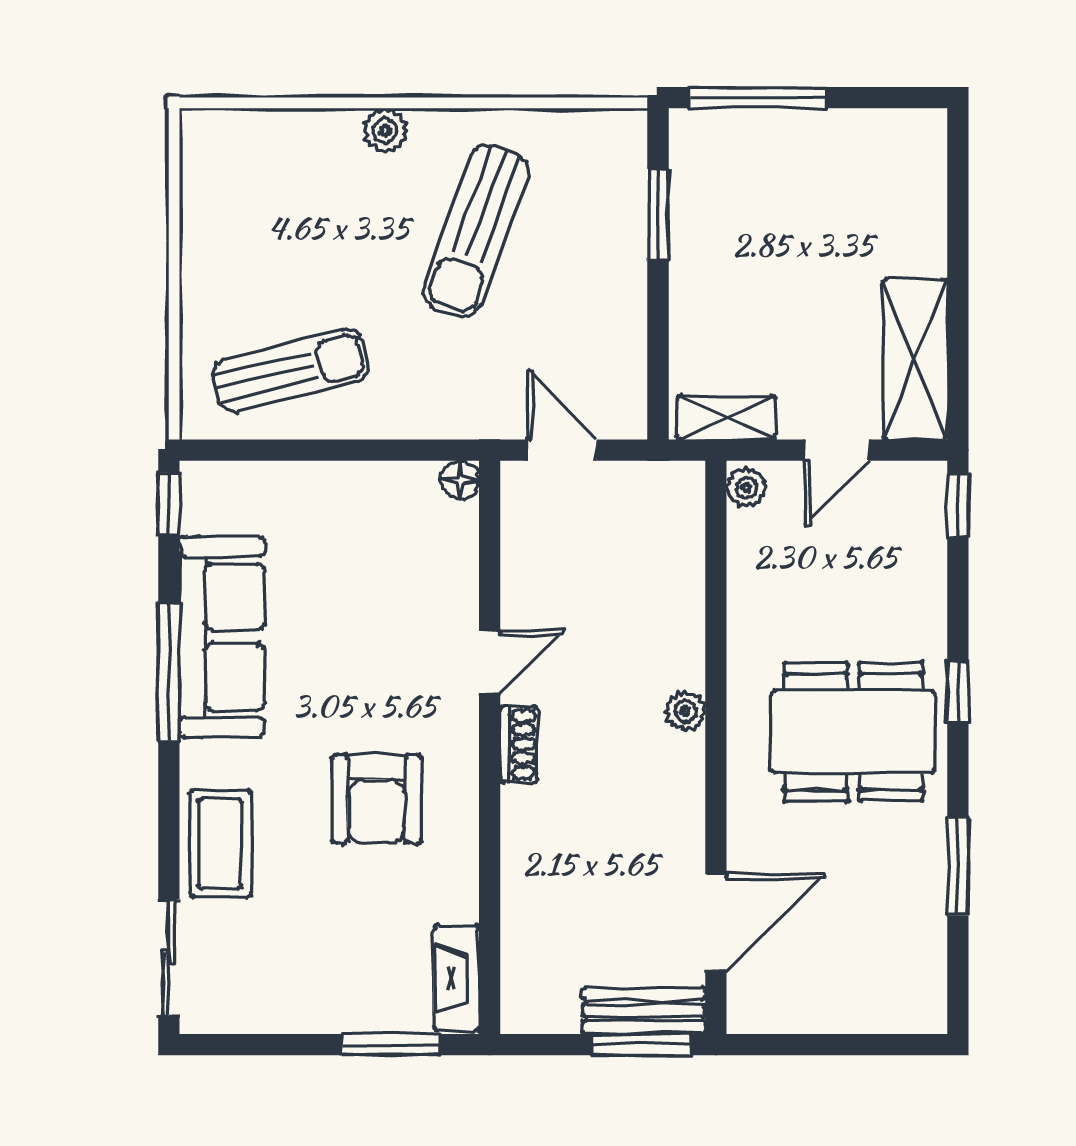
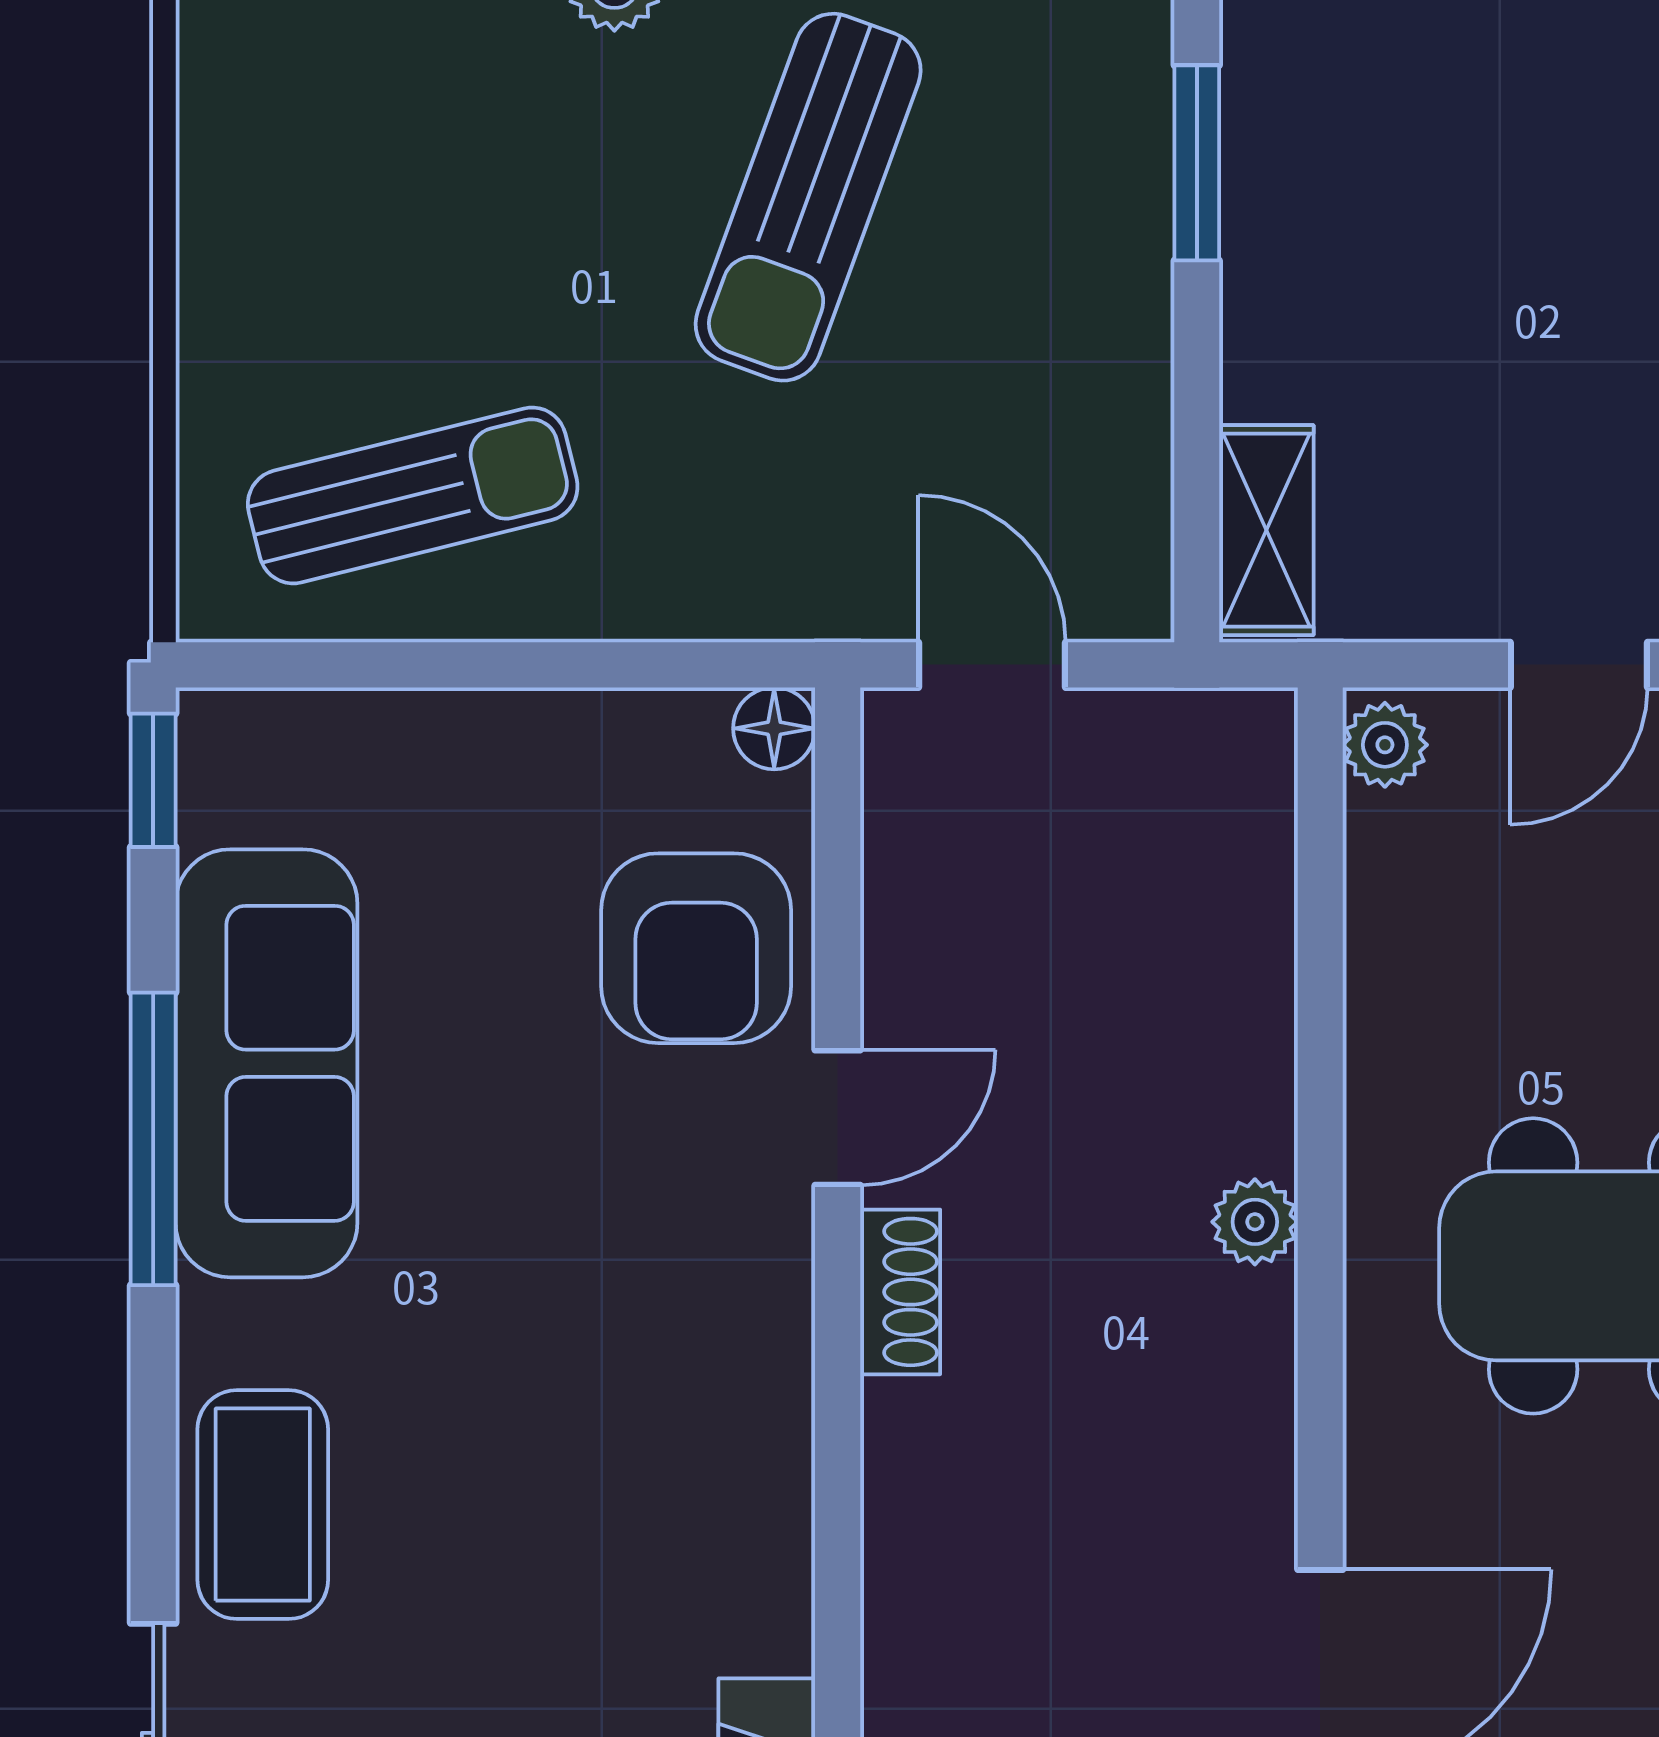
shelving: (726, 417) -> (1266, 530), moved, turned 90
armchair: (376, 799) -> (696, 948), moved

